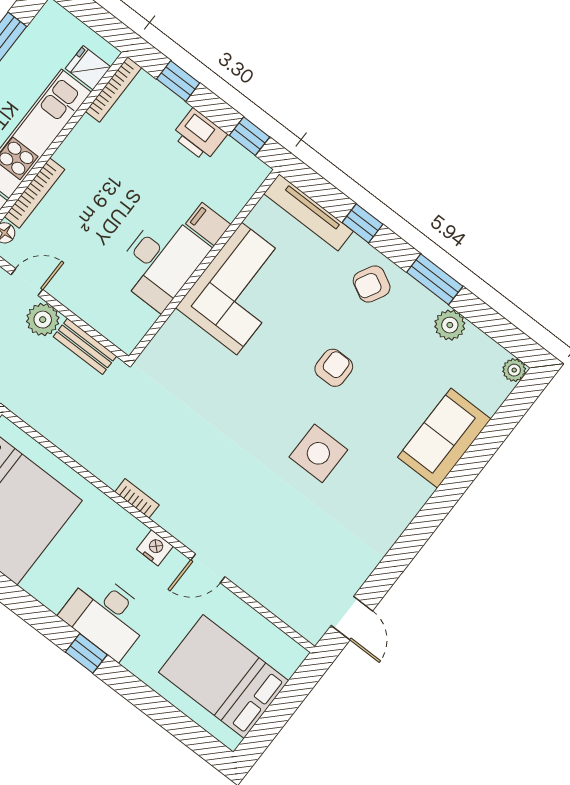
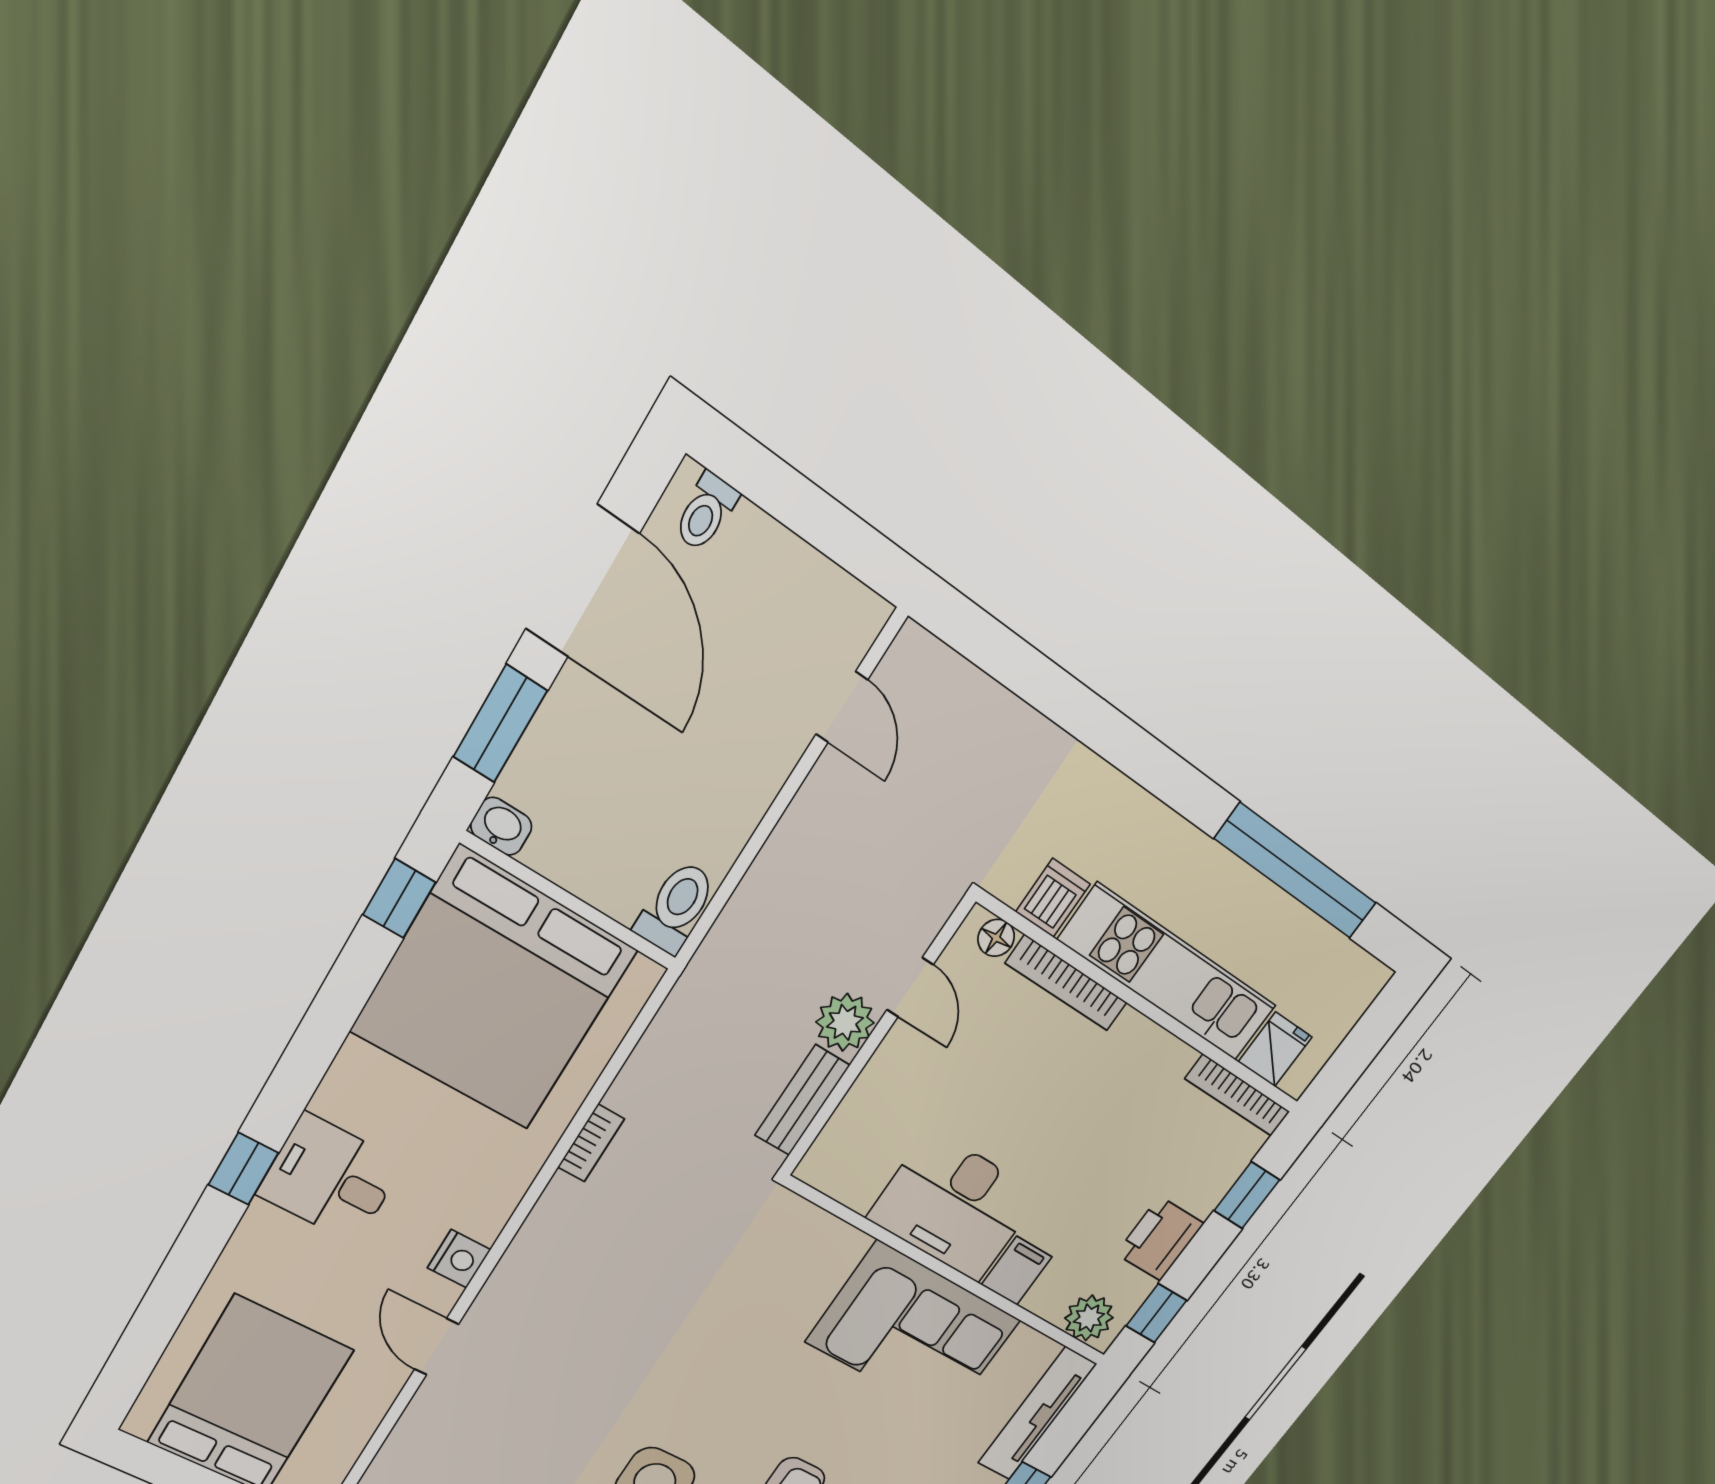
plant: (247, 179) -> (1089, 1318), added
bookcase: (137, 498) -> (591, 1143), moved
desk: (106, 616) -> (330, 1179), width x0.73

